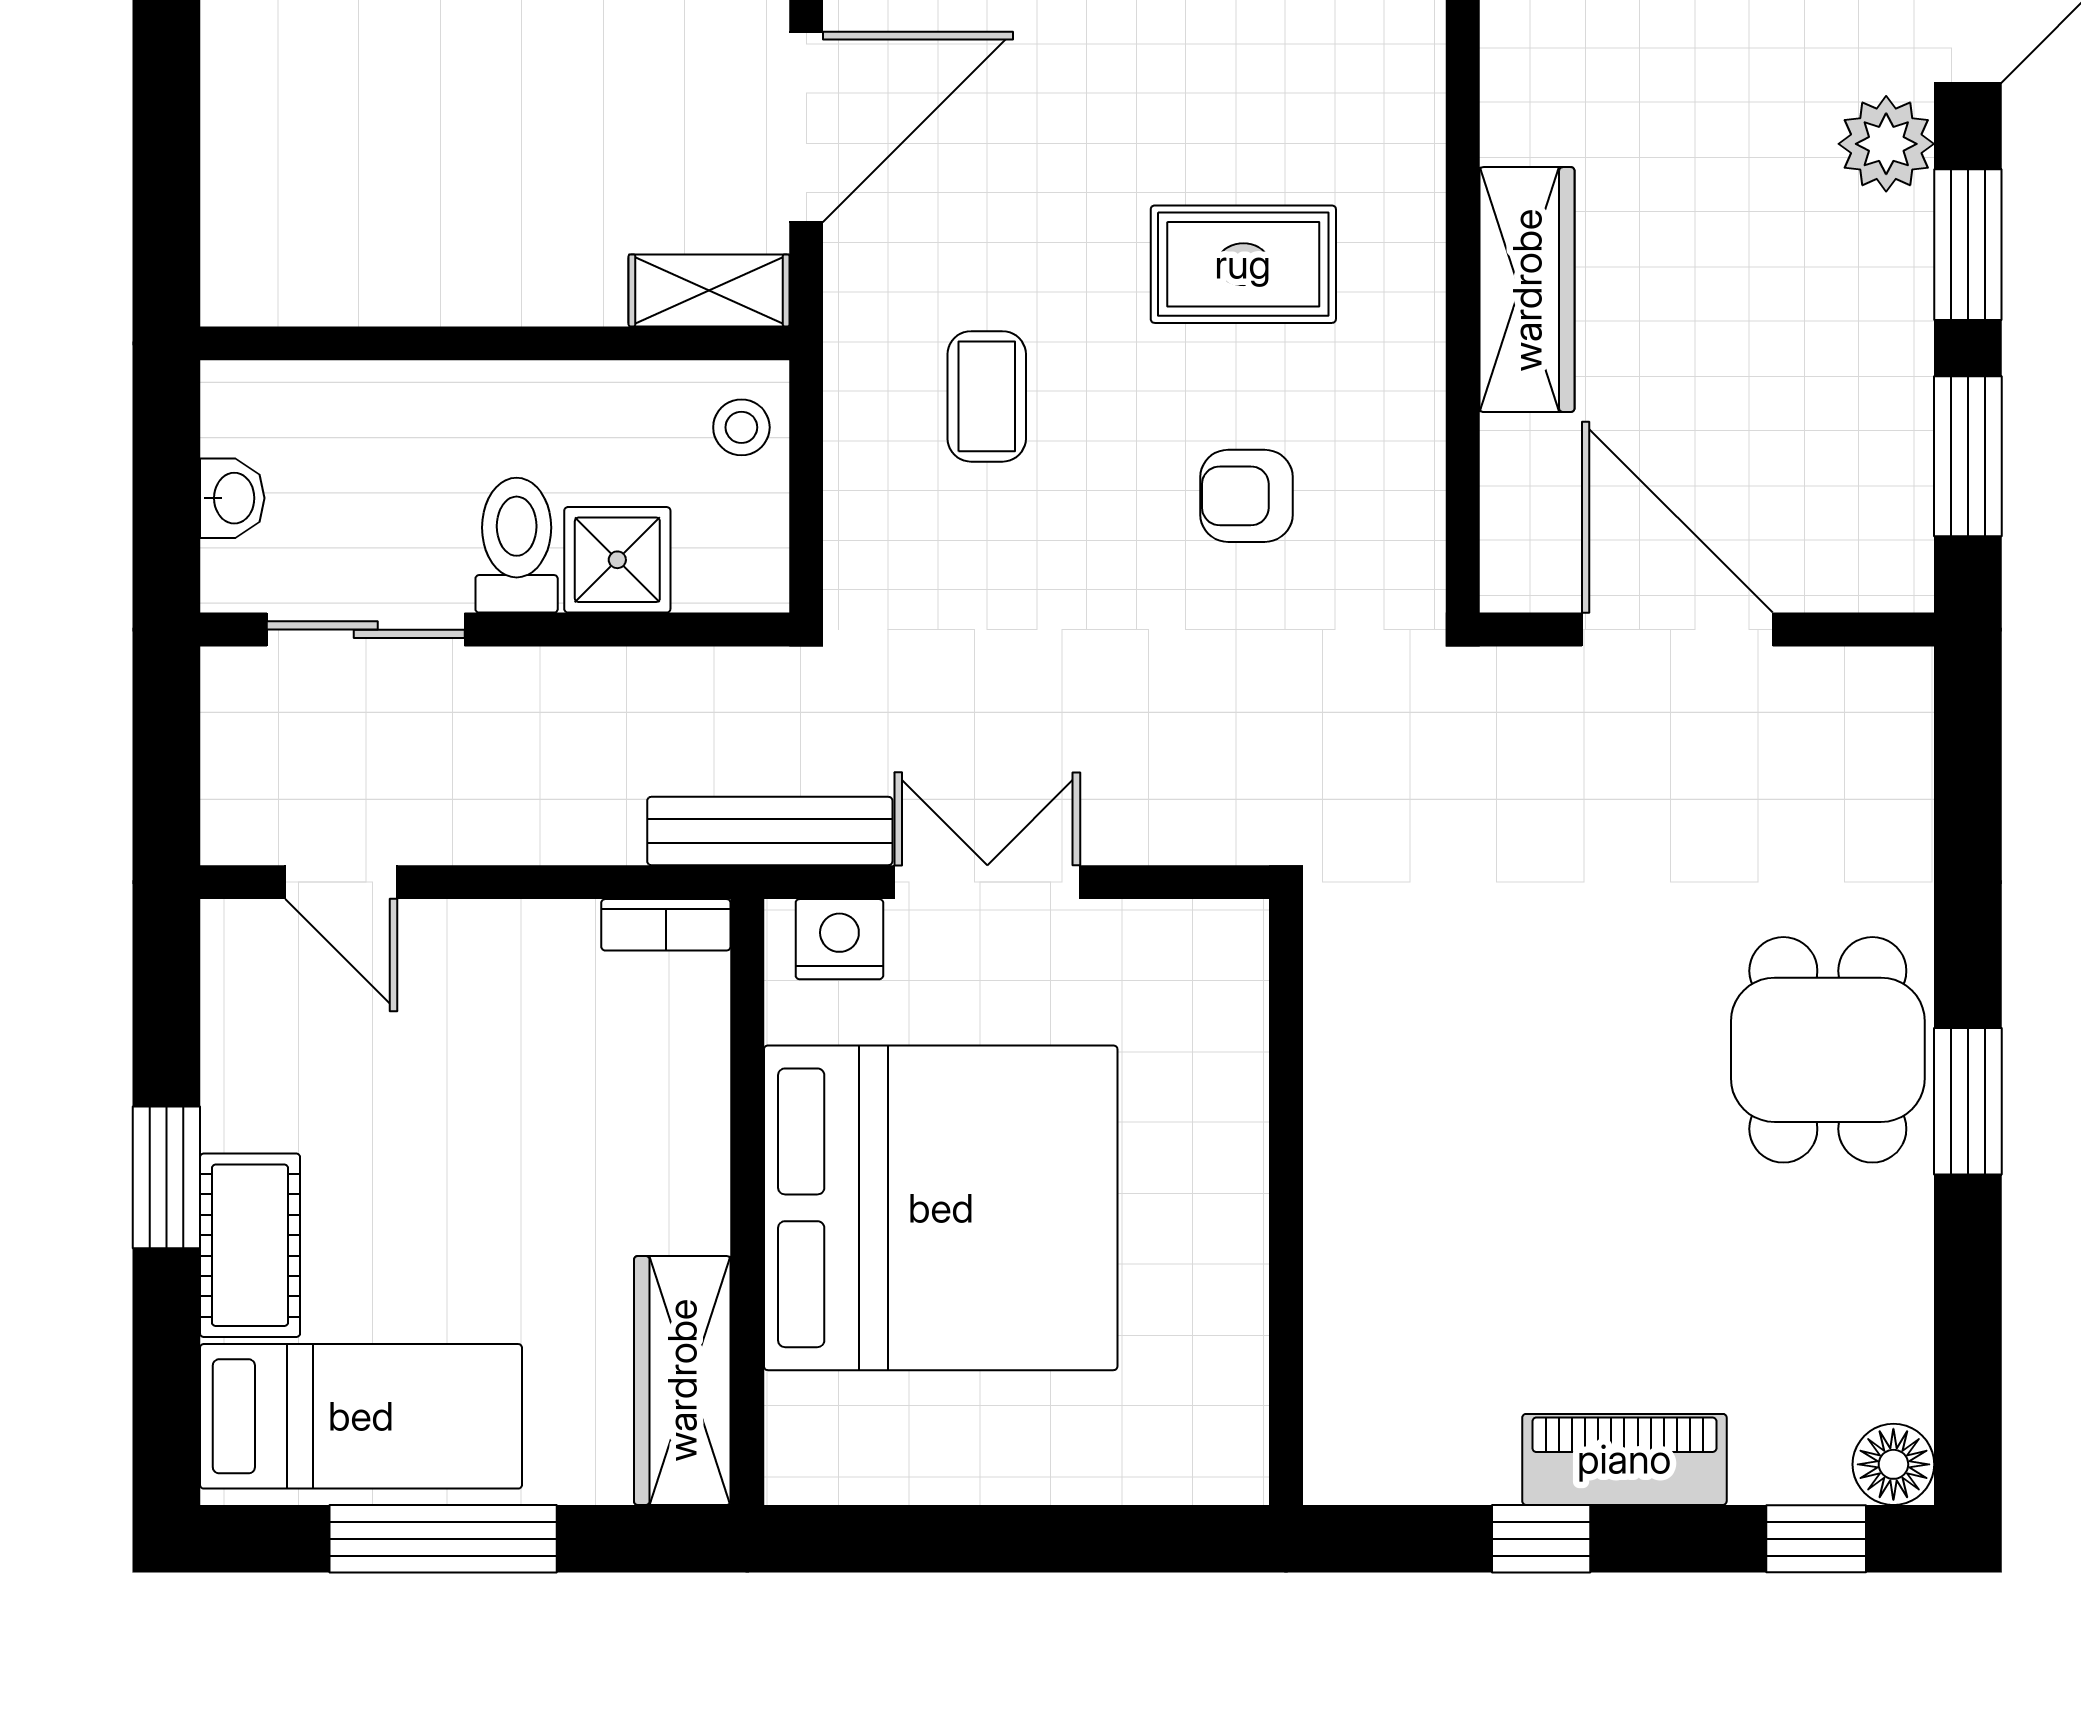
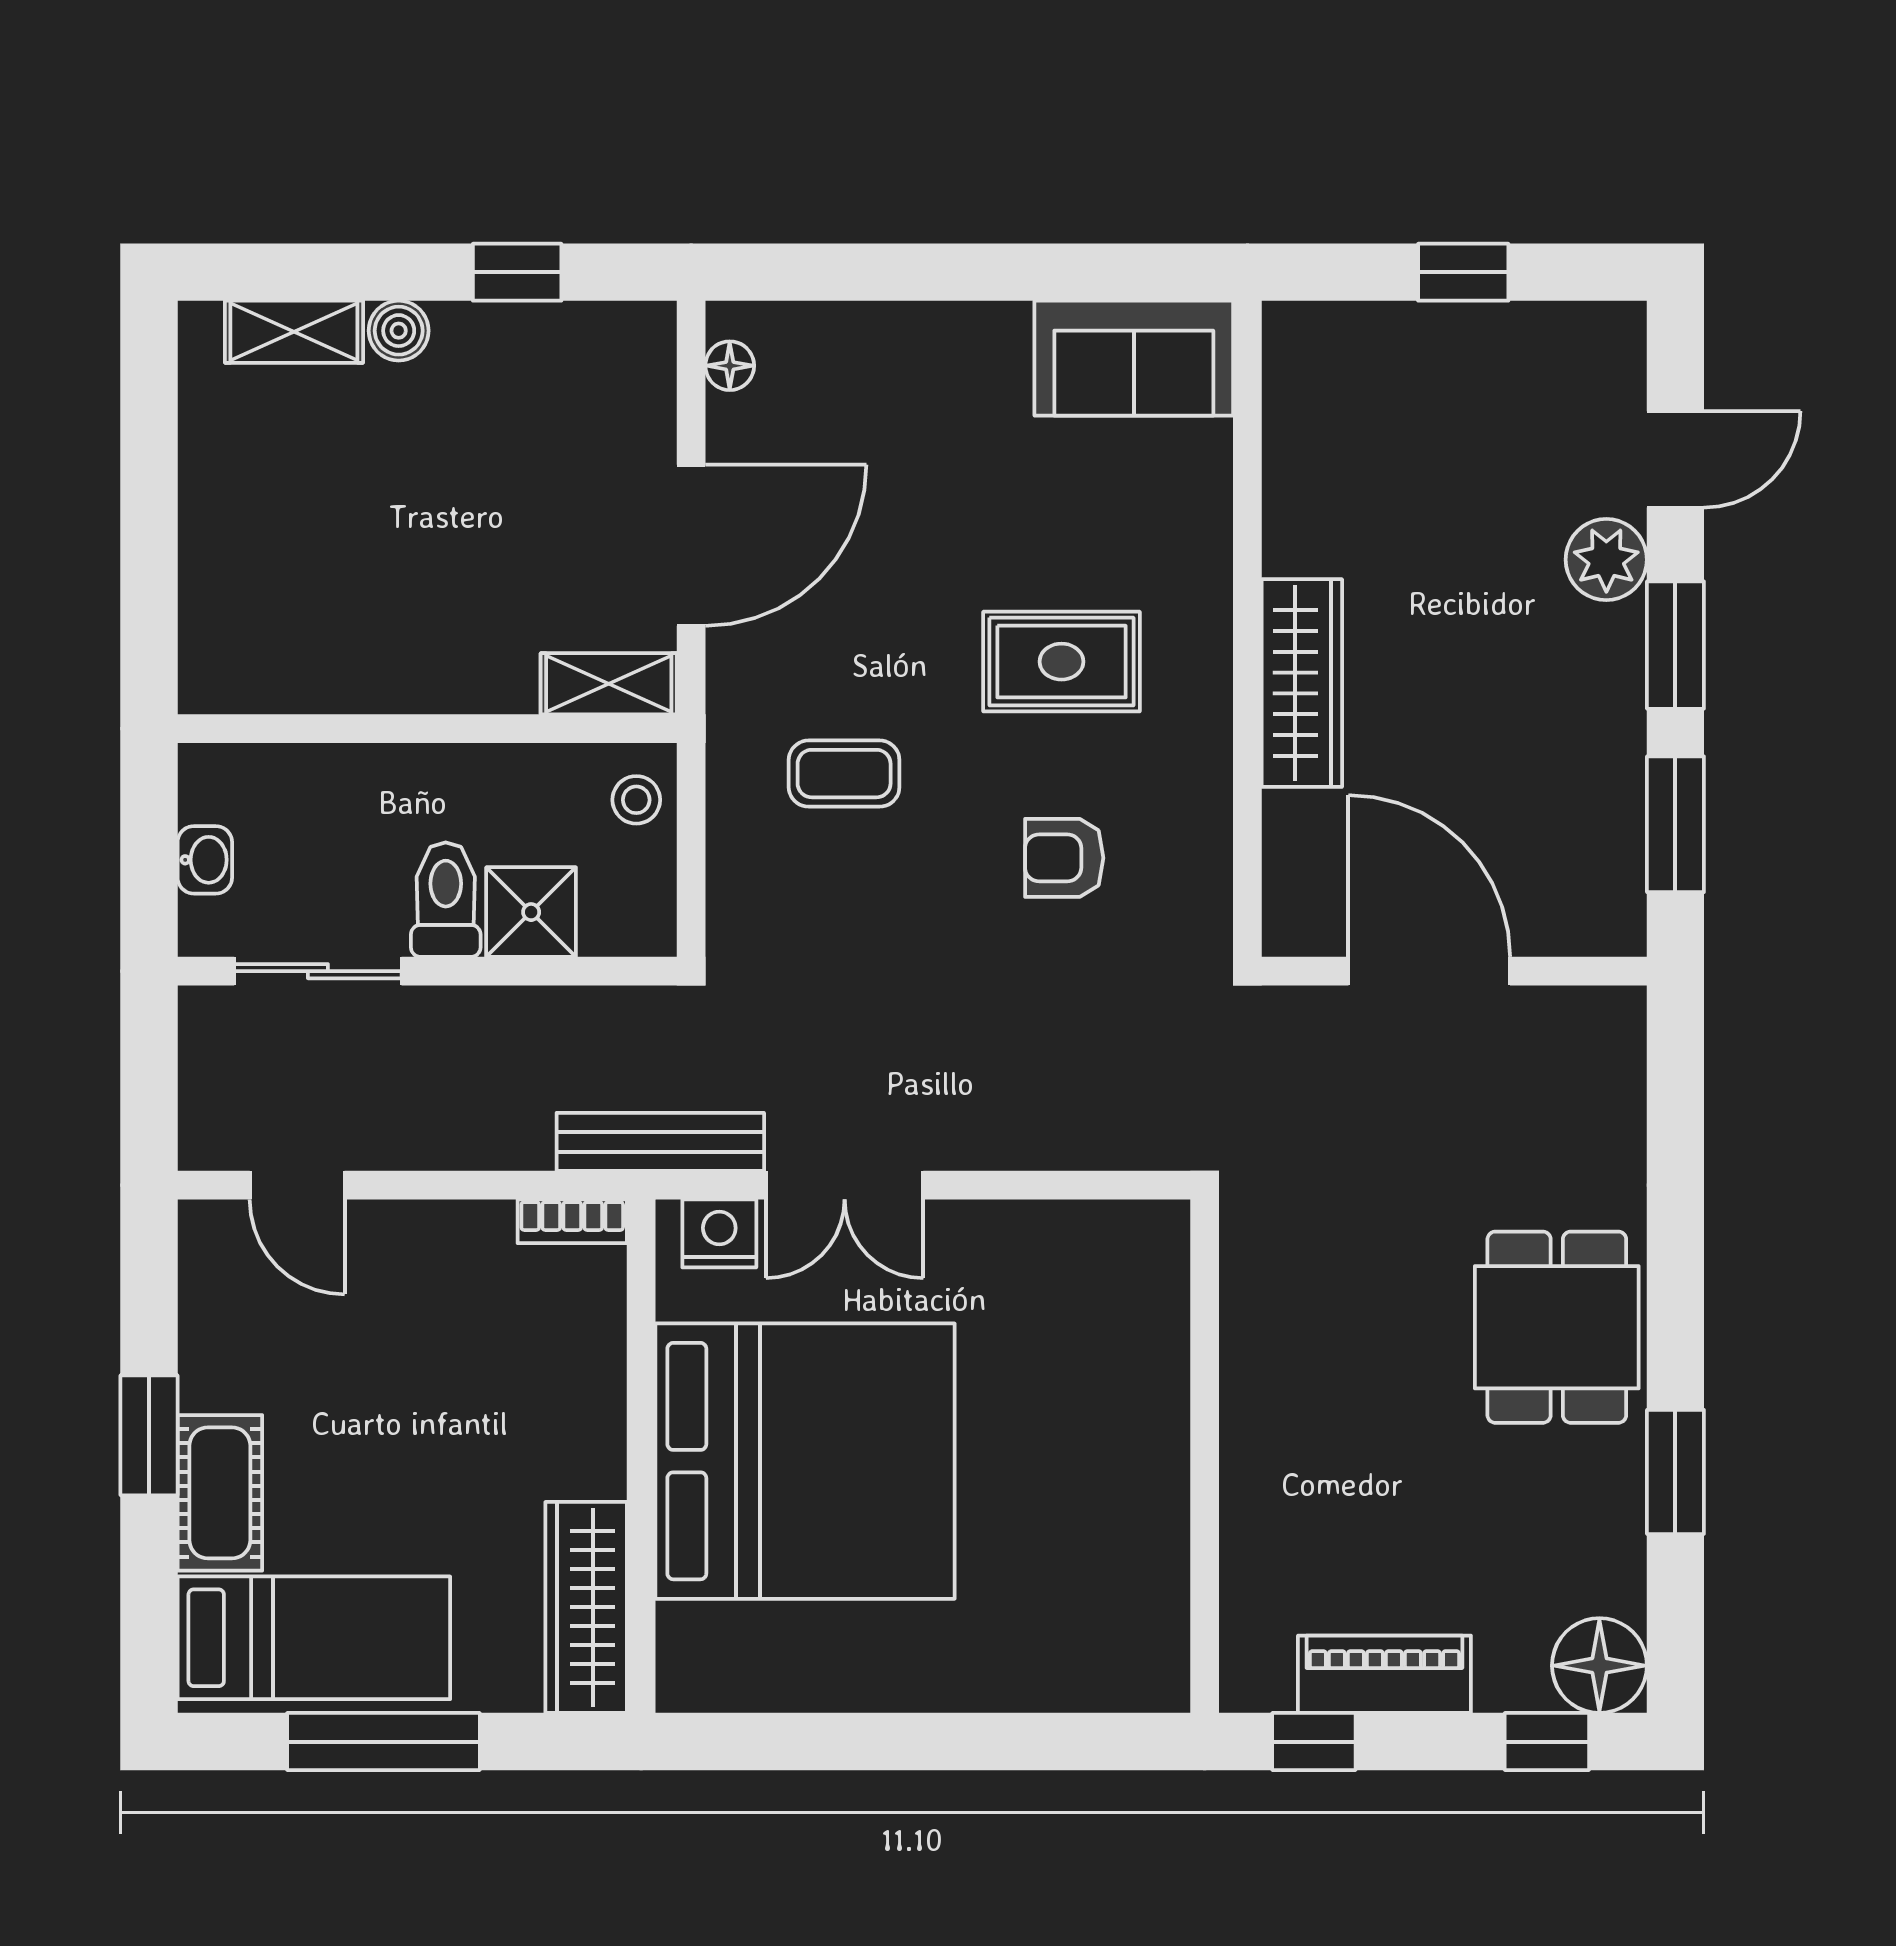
coffee table: (987, 396) -> (844, 774), turned 90
double door: (987, 882) -> (845, 1185), swing flipped
window: (1968, 1101) -> (1675, 1472), moved
wall: (1286, 1202) -> (1205, 1456), moved
floor lamp: (1893, 1464) -> (1599, 1666), width x1.38, depth x1.38

